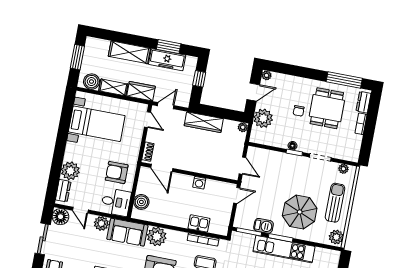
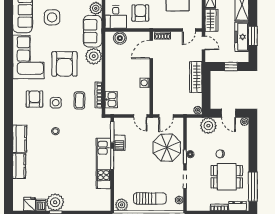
parasol: (300, 212) -> (167, 148), moved
kitchen sink: (199, 223) -> (111, 100), moved

